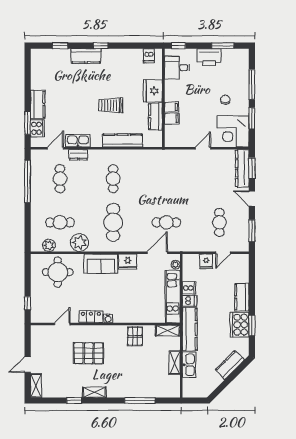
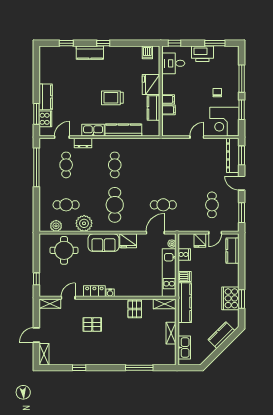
kitchen sink: (78, 141) -> (93, 130), moved
cooker: (189, 288) -> (184, 254), moved
kitchen counter: (242, 297) -> (233, 251), moved
pallet: (89, 353) -> (92, 325), width x0.67, depth x0.71
kitchen sink: (189, 365) -> (184, 347), moved
shelving: (94, 392) -> (50, 304), moved

